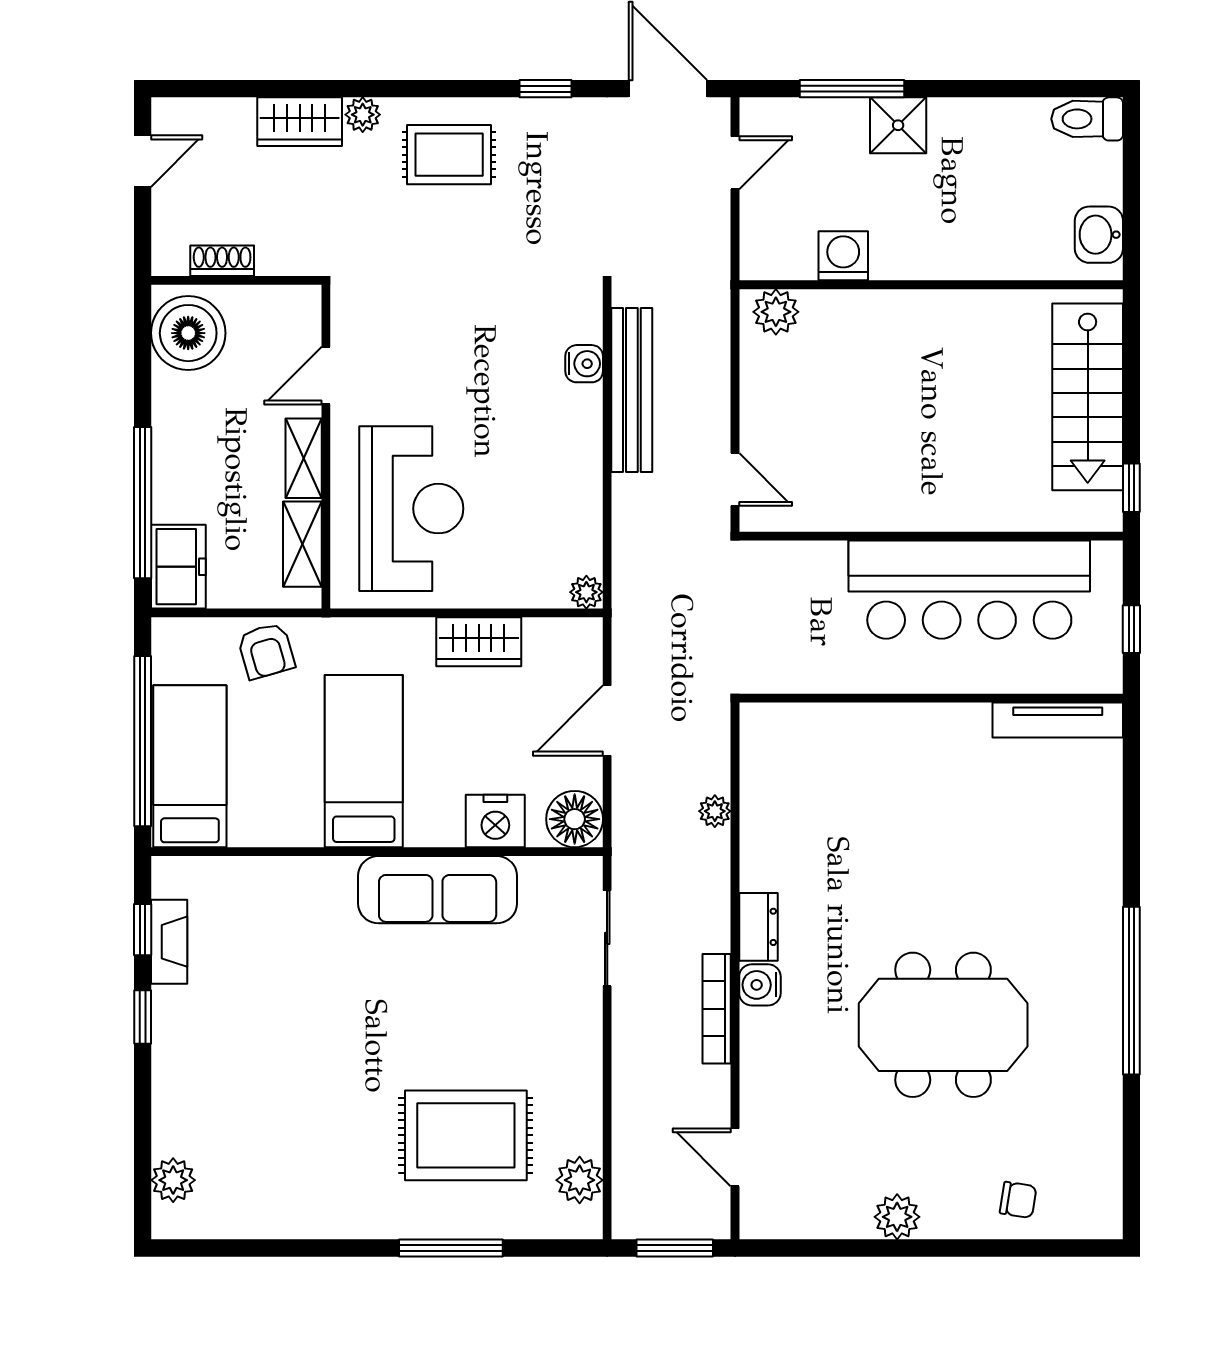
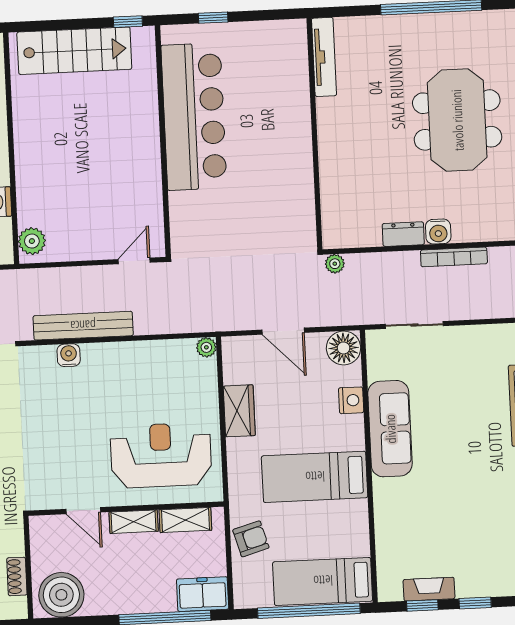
wall: (931, 698) -> (314, 134), moved
tv unit: (1058, 720) -> (324, 57), moved
nightstand: (495, 821) -> (351, 400), width x0.74, depth x0.75

